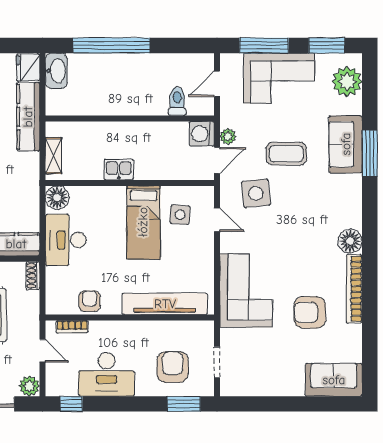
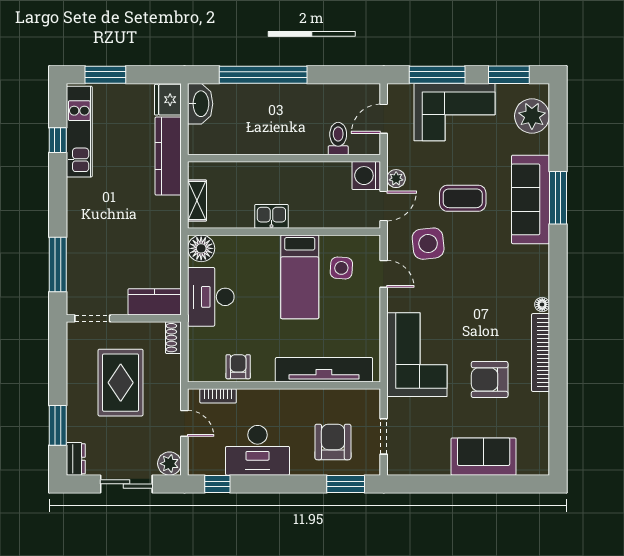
sofa: (346, 144) -> (530, 199), width x1.36
floor lamp: (350, 241) -> (542, 304), width x0.53, depth x0.53
sofa: (334, 380) -> (484, 457), moved

